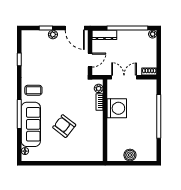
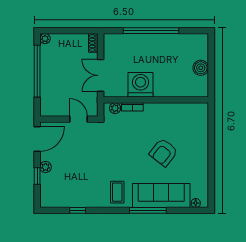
dresser: (104, 35) -> (46, 101), removed

